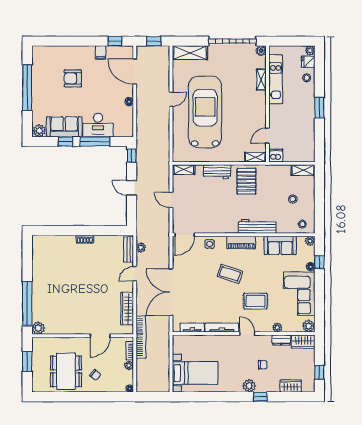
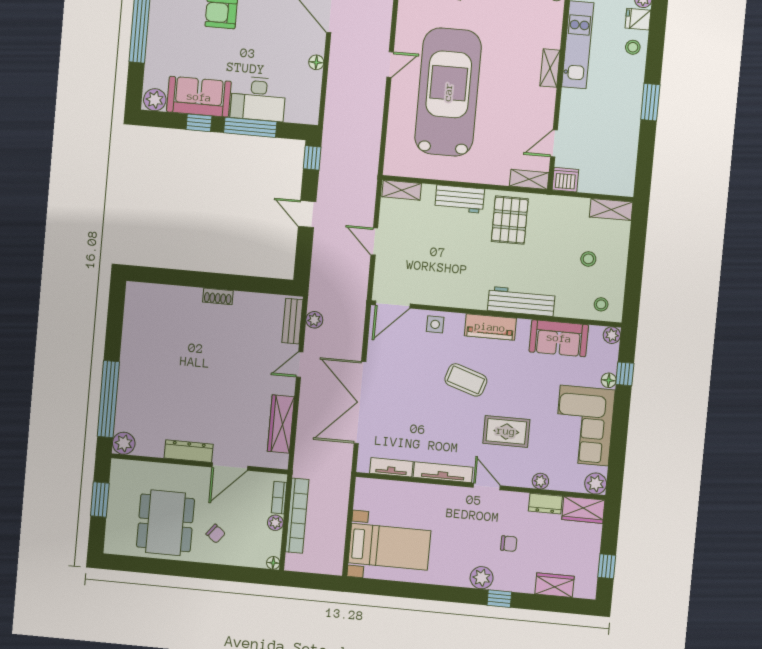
shelving: (261, 80) -> (550, 68), moved
dresser: (76, 329) -> (189, 451), added
bookcase: (141, 337) -> (297, 516), moved

